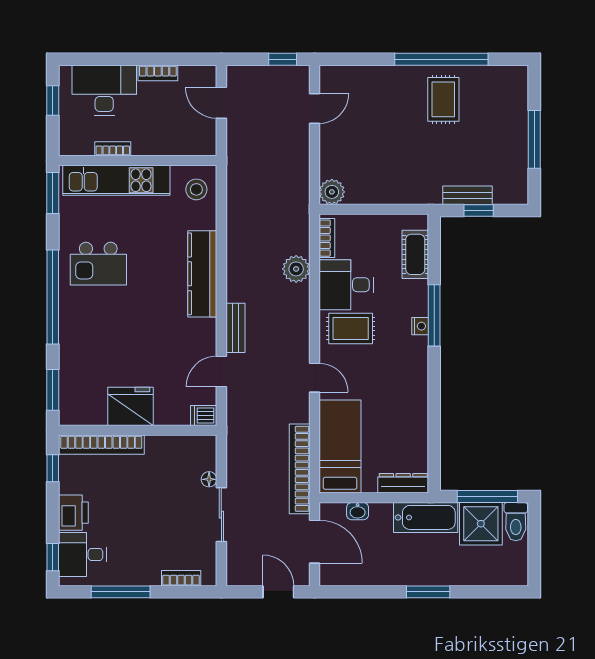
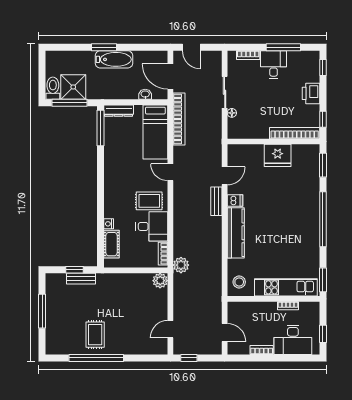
kitchen island: (98, 264) -> (296, 239), removed
plant: (296, 269) -> (181, 265), moved
window: (434, 315) -> (100, 128), moved
nightstand: (420, 326) -> (109, 224), moved
dishwasher: (204, 416) -> (235, 201), moved
bathtub: (426, 517) -> (114, 59), moved, turned 180
desk: (82, 554) -> (274, 65), moved, turned -90

